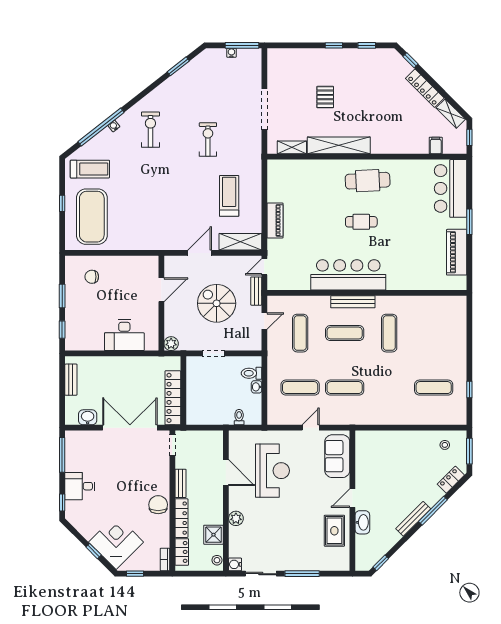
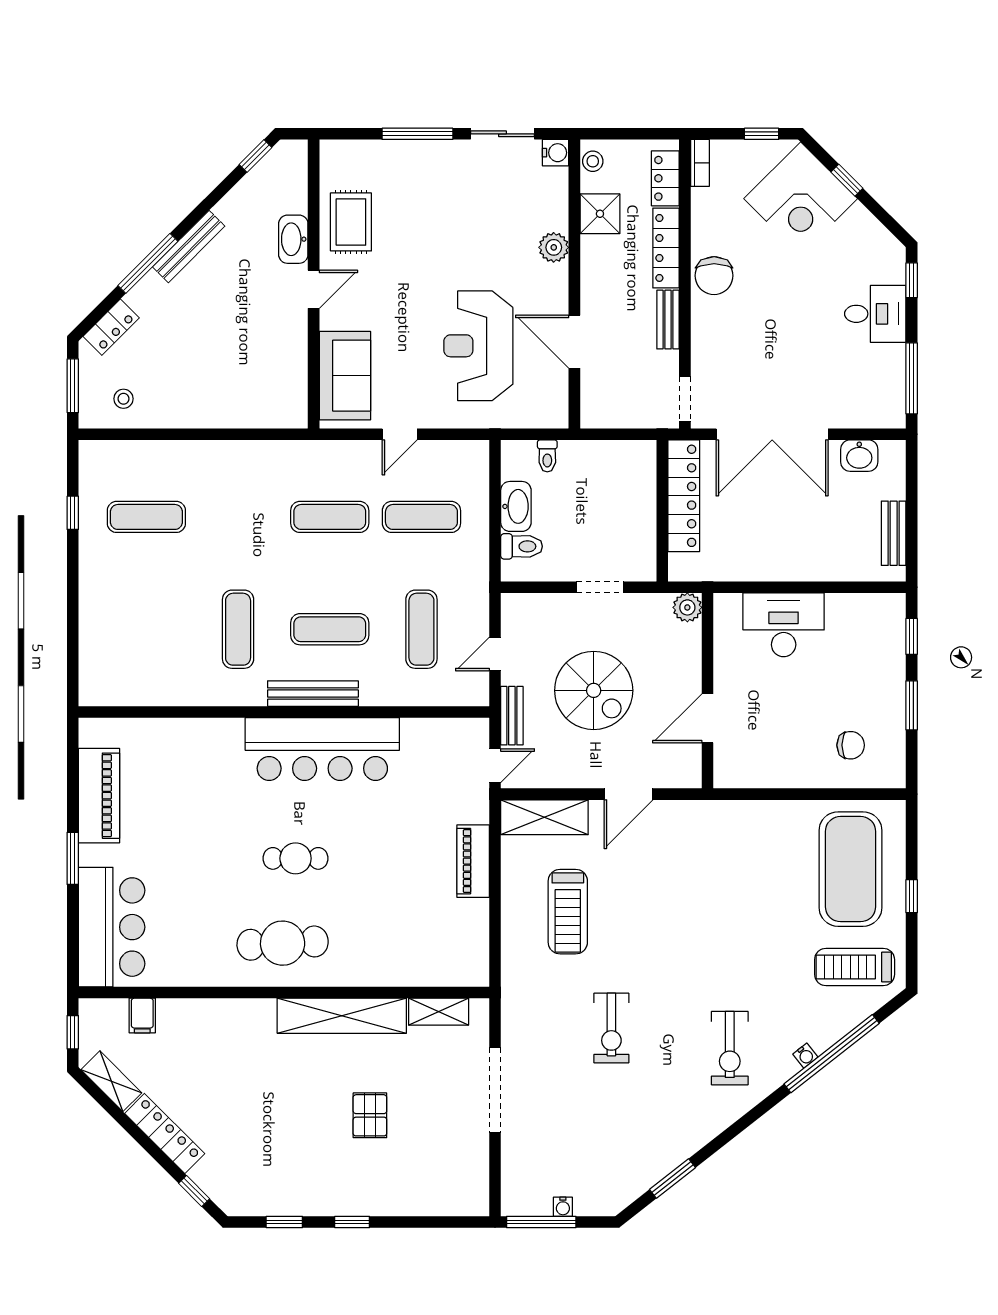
washbasin: (257, 387) -> (516, 506), width x1.91, depth x1.45

